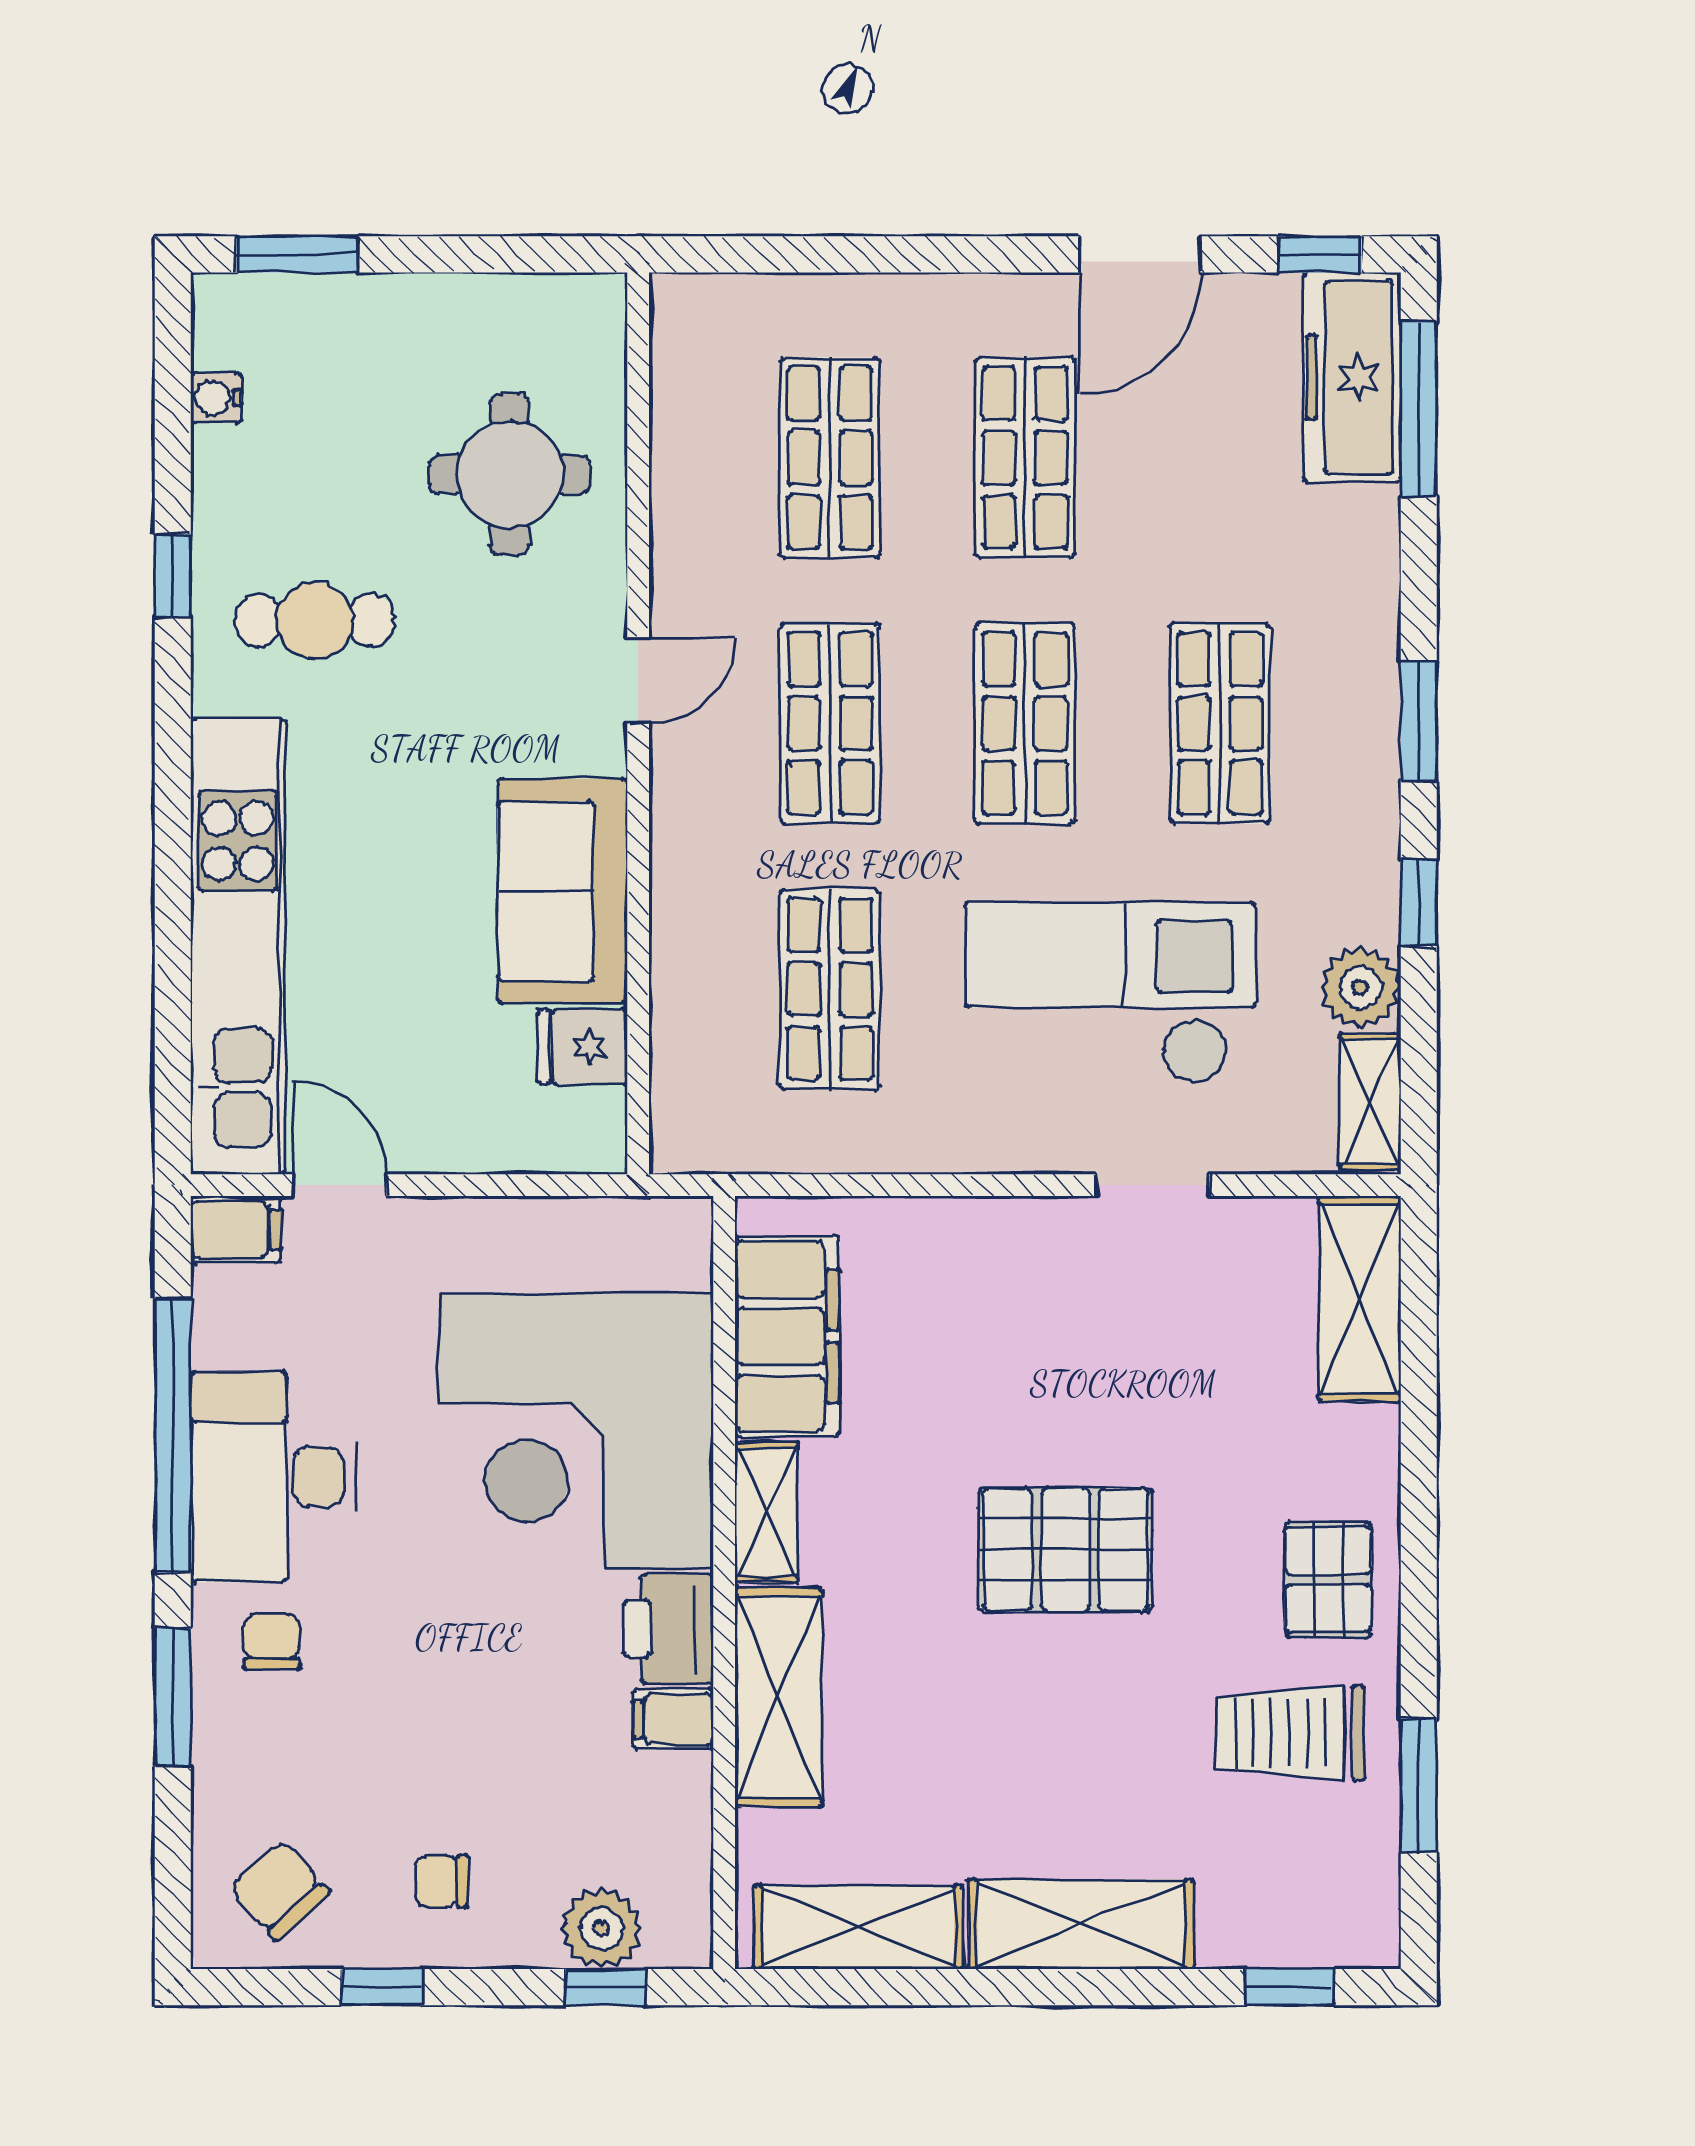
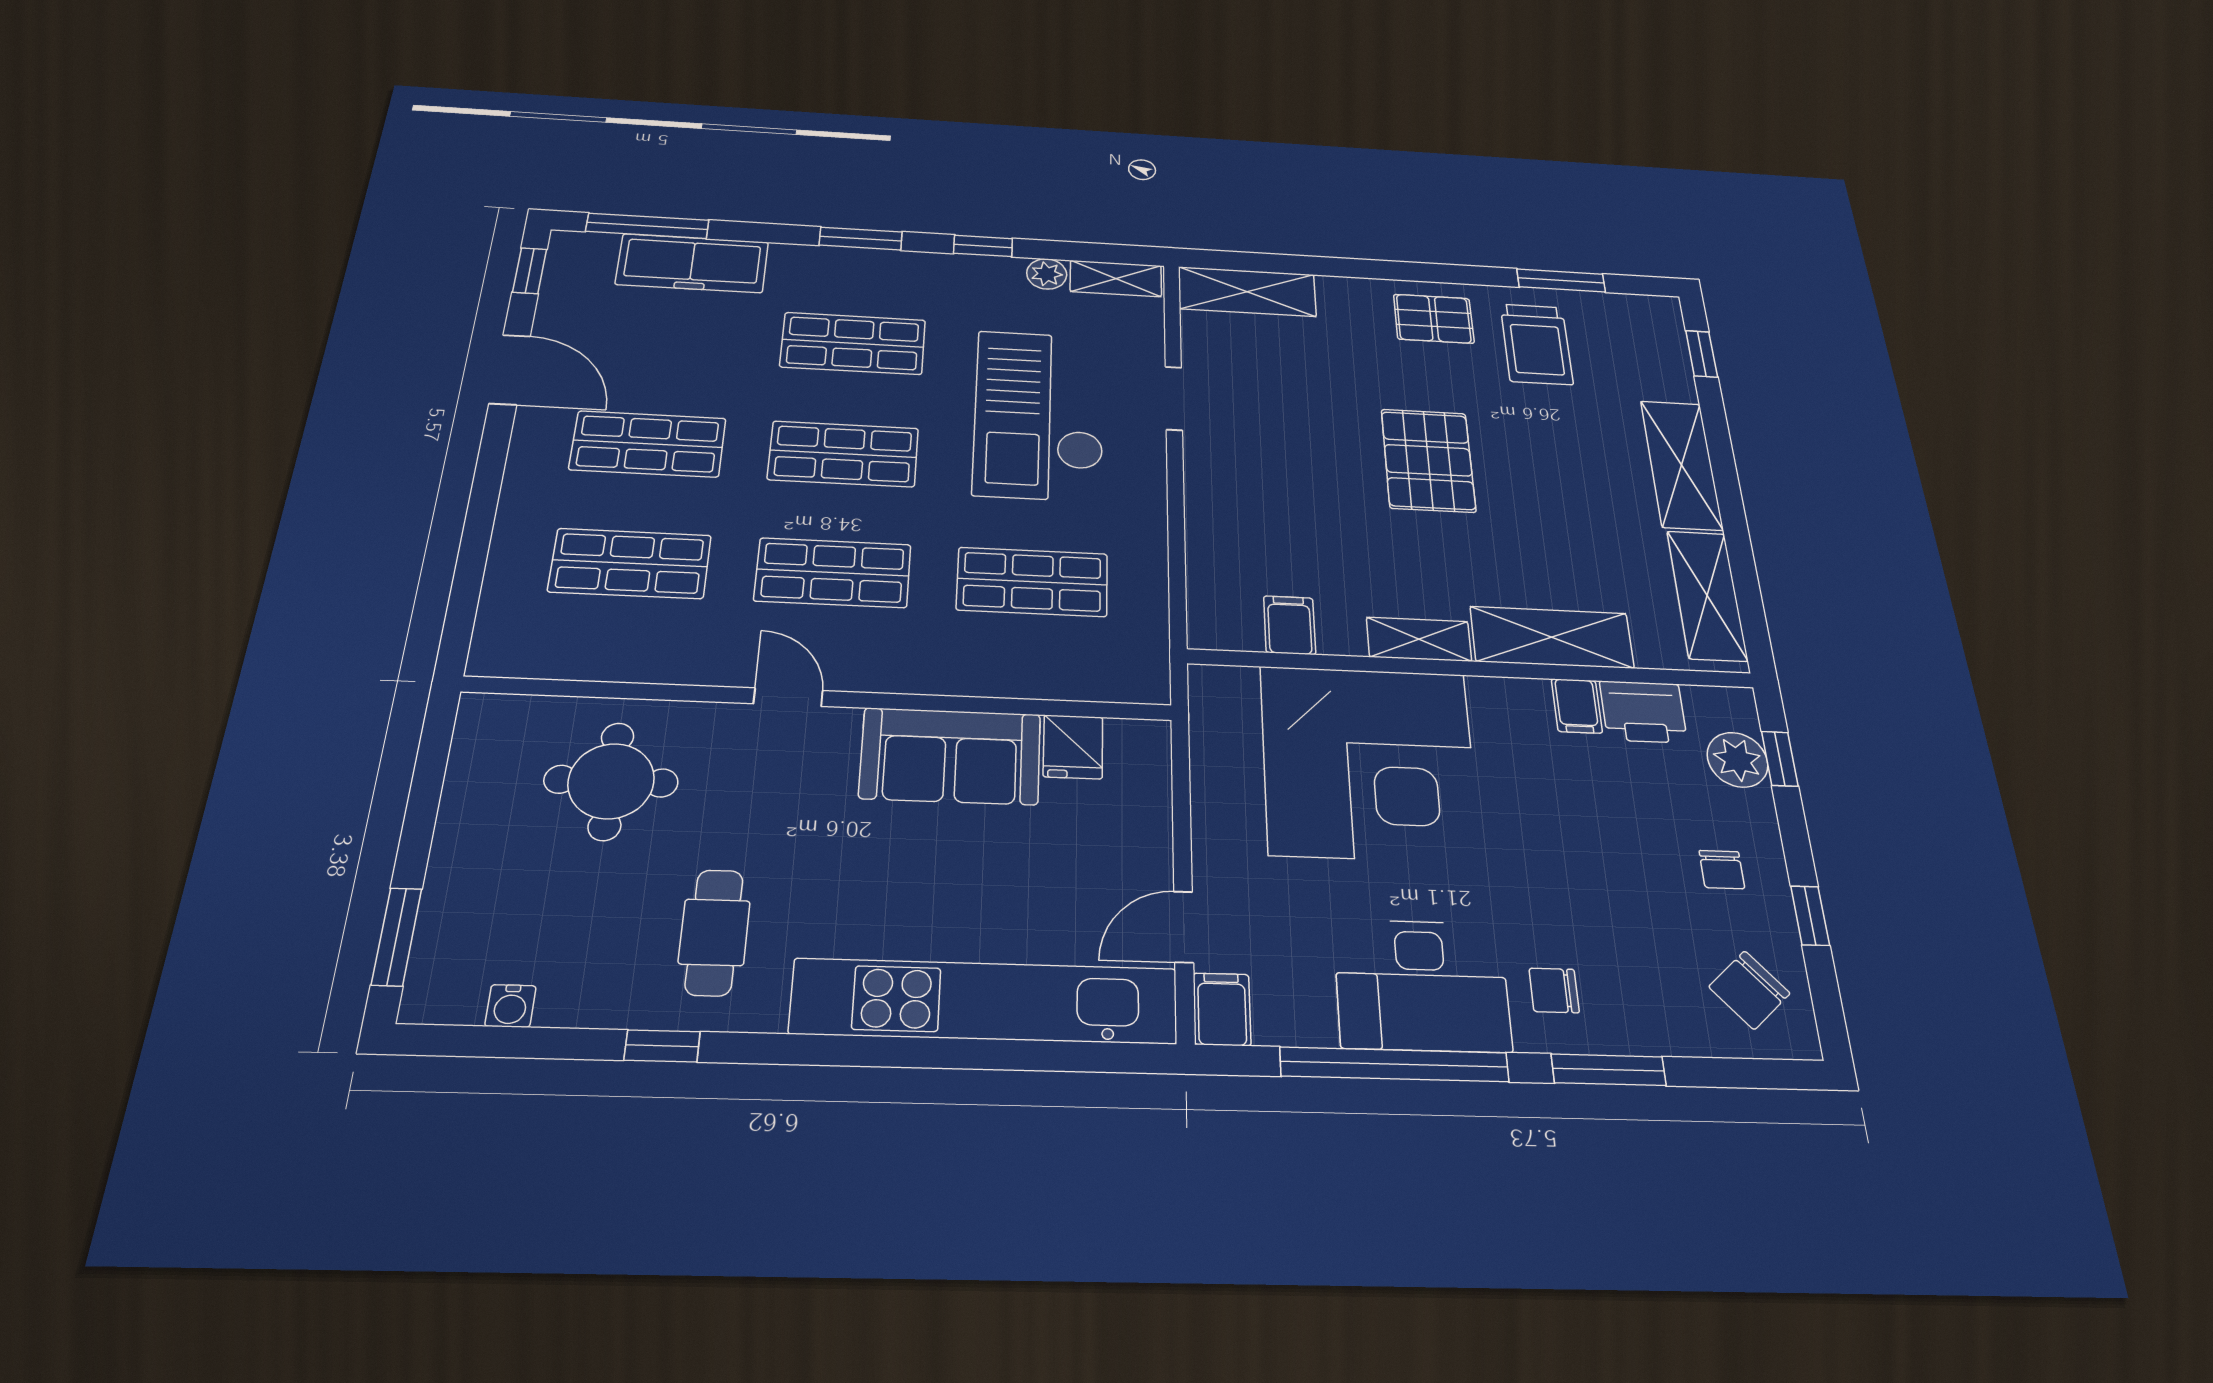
freezer: (1352, 377) -> (692, 263), moved
plant: (1360, 987) -> (1047, 274), width x0.73, depth x0.73
filing cabinet: (787, 1336) -> (1290, 625), width x0.33, depth x0.86
printer: (668, 1629) -> (1643, 712), moved

